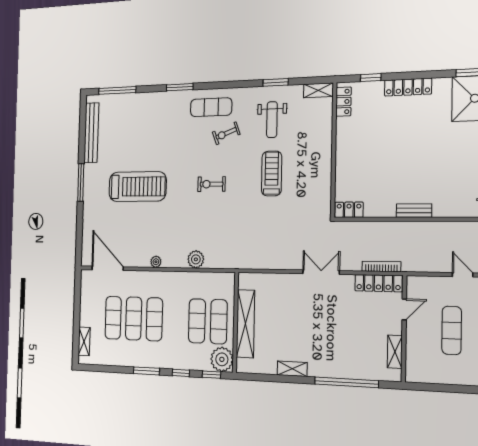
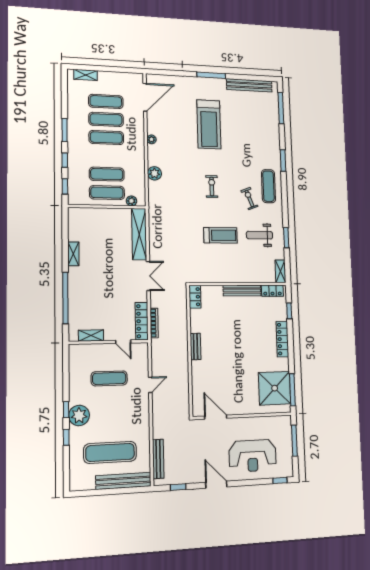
bench: (342, 144) -> (242, 291), added
shelving: (245, 324) -> (139, 234), moved, turned 90
plant: (222, 359) -> (131, 201), moved, width x0.53, depth x0.53

